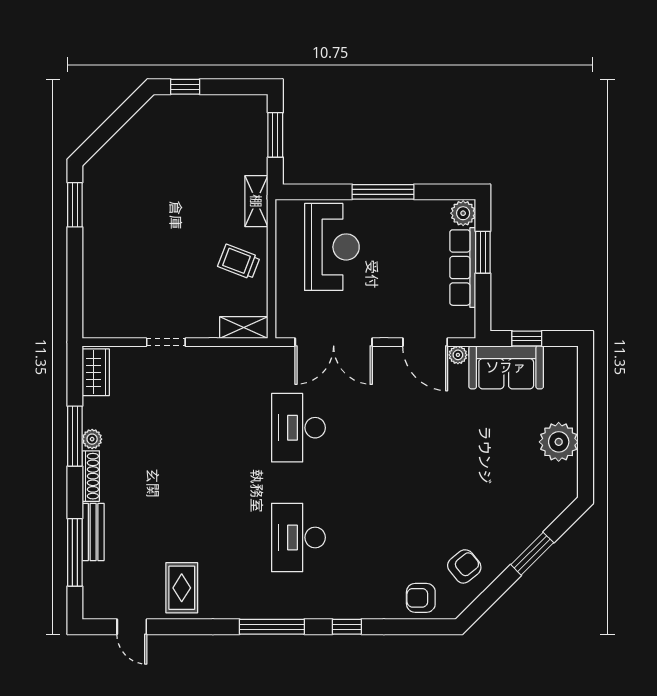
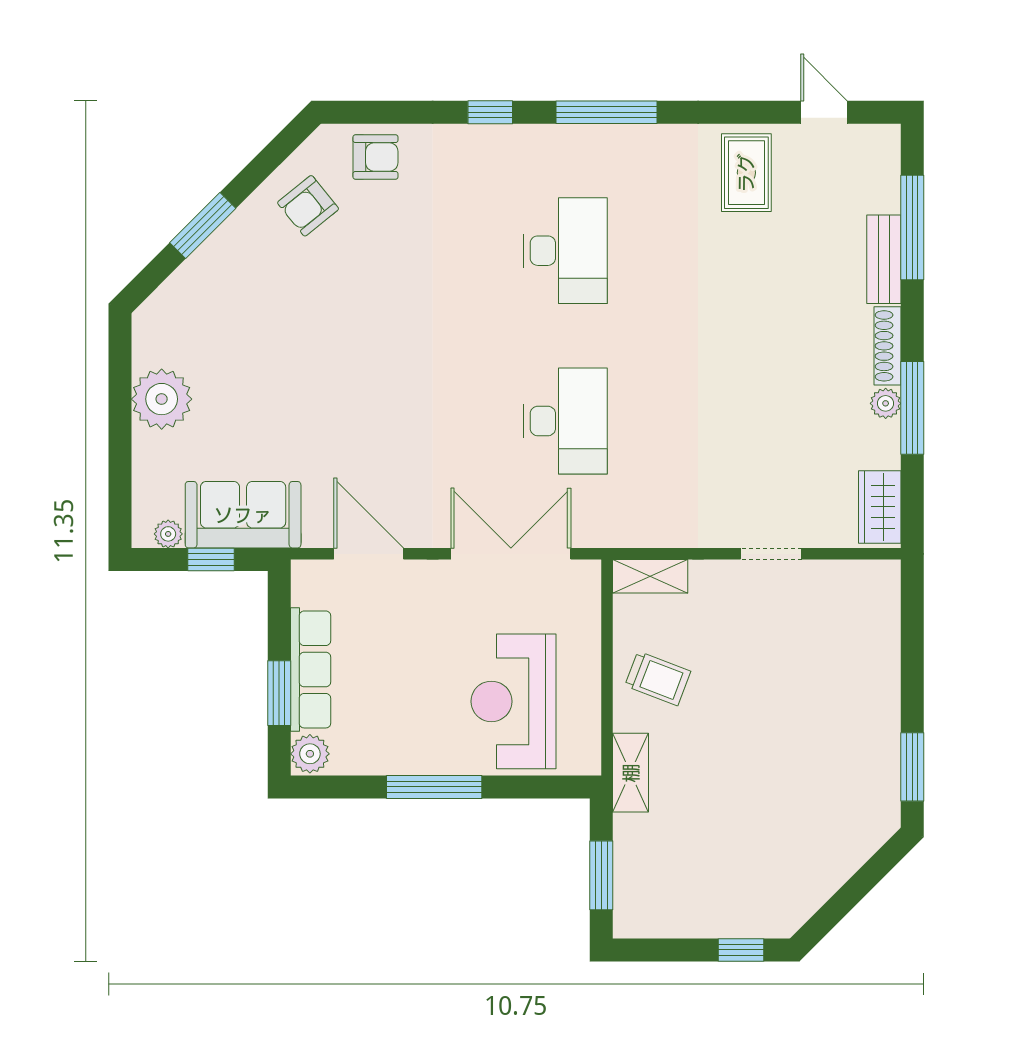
plant: (458, 355) -> (168, 534), moved

